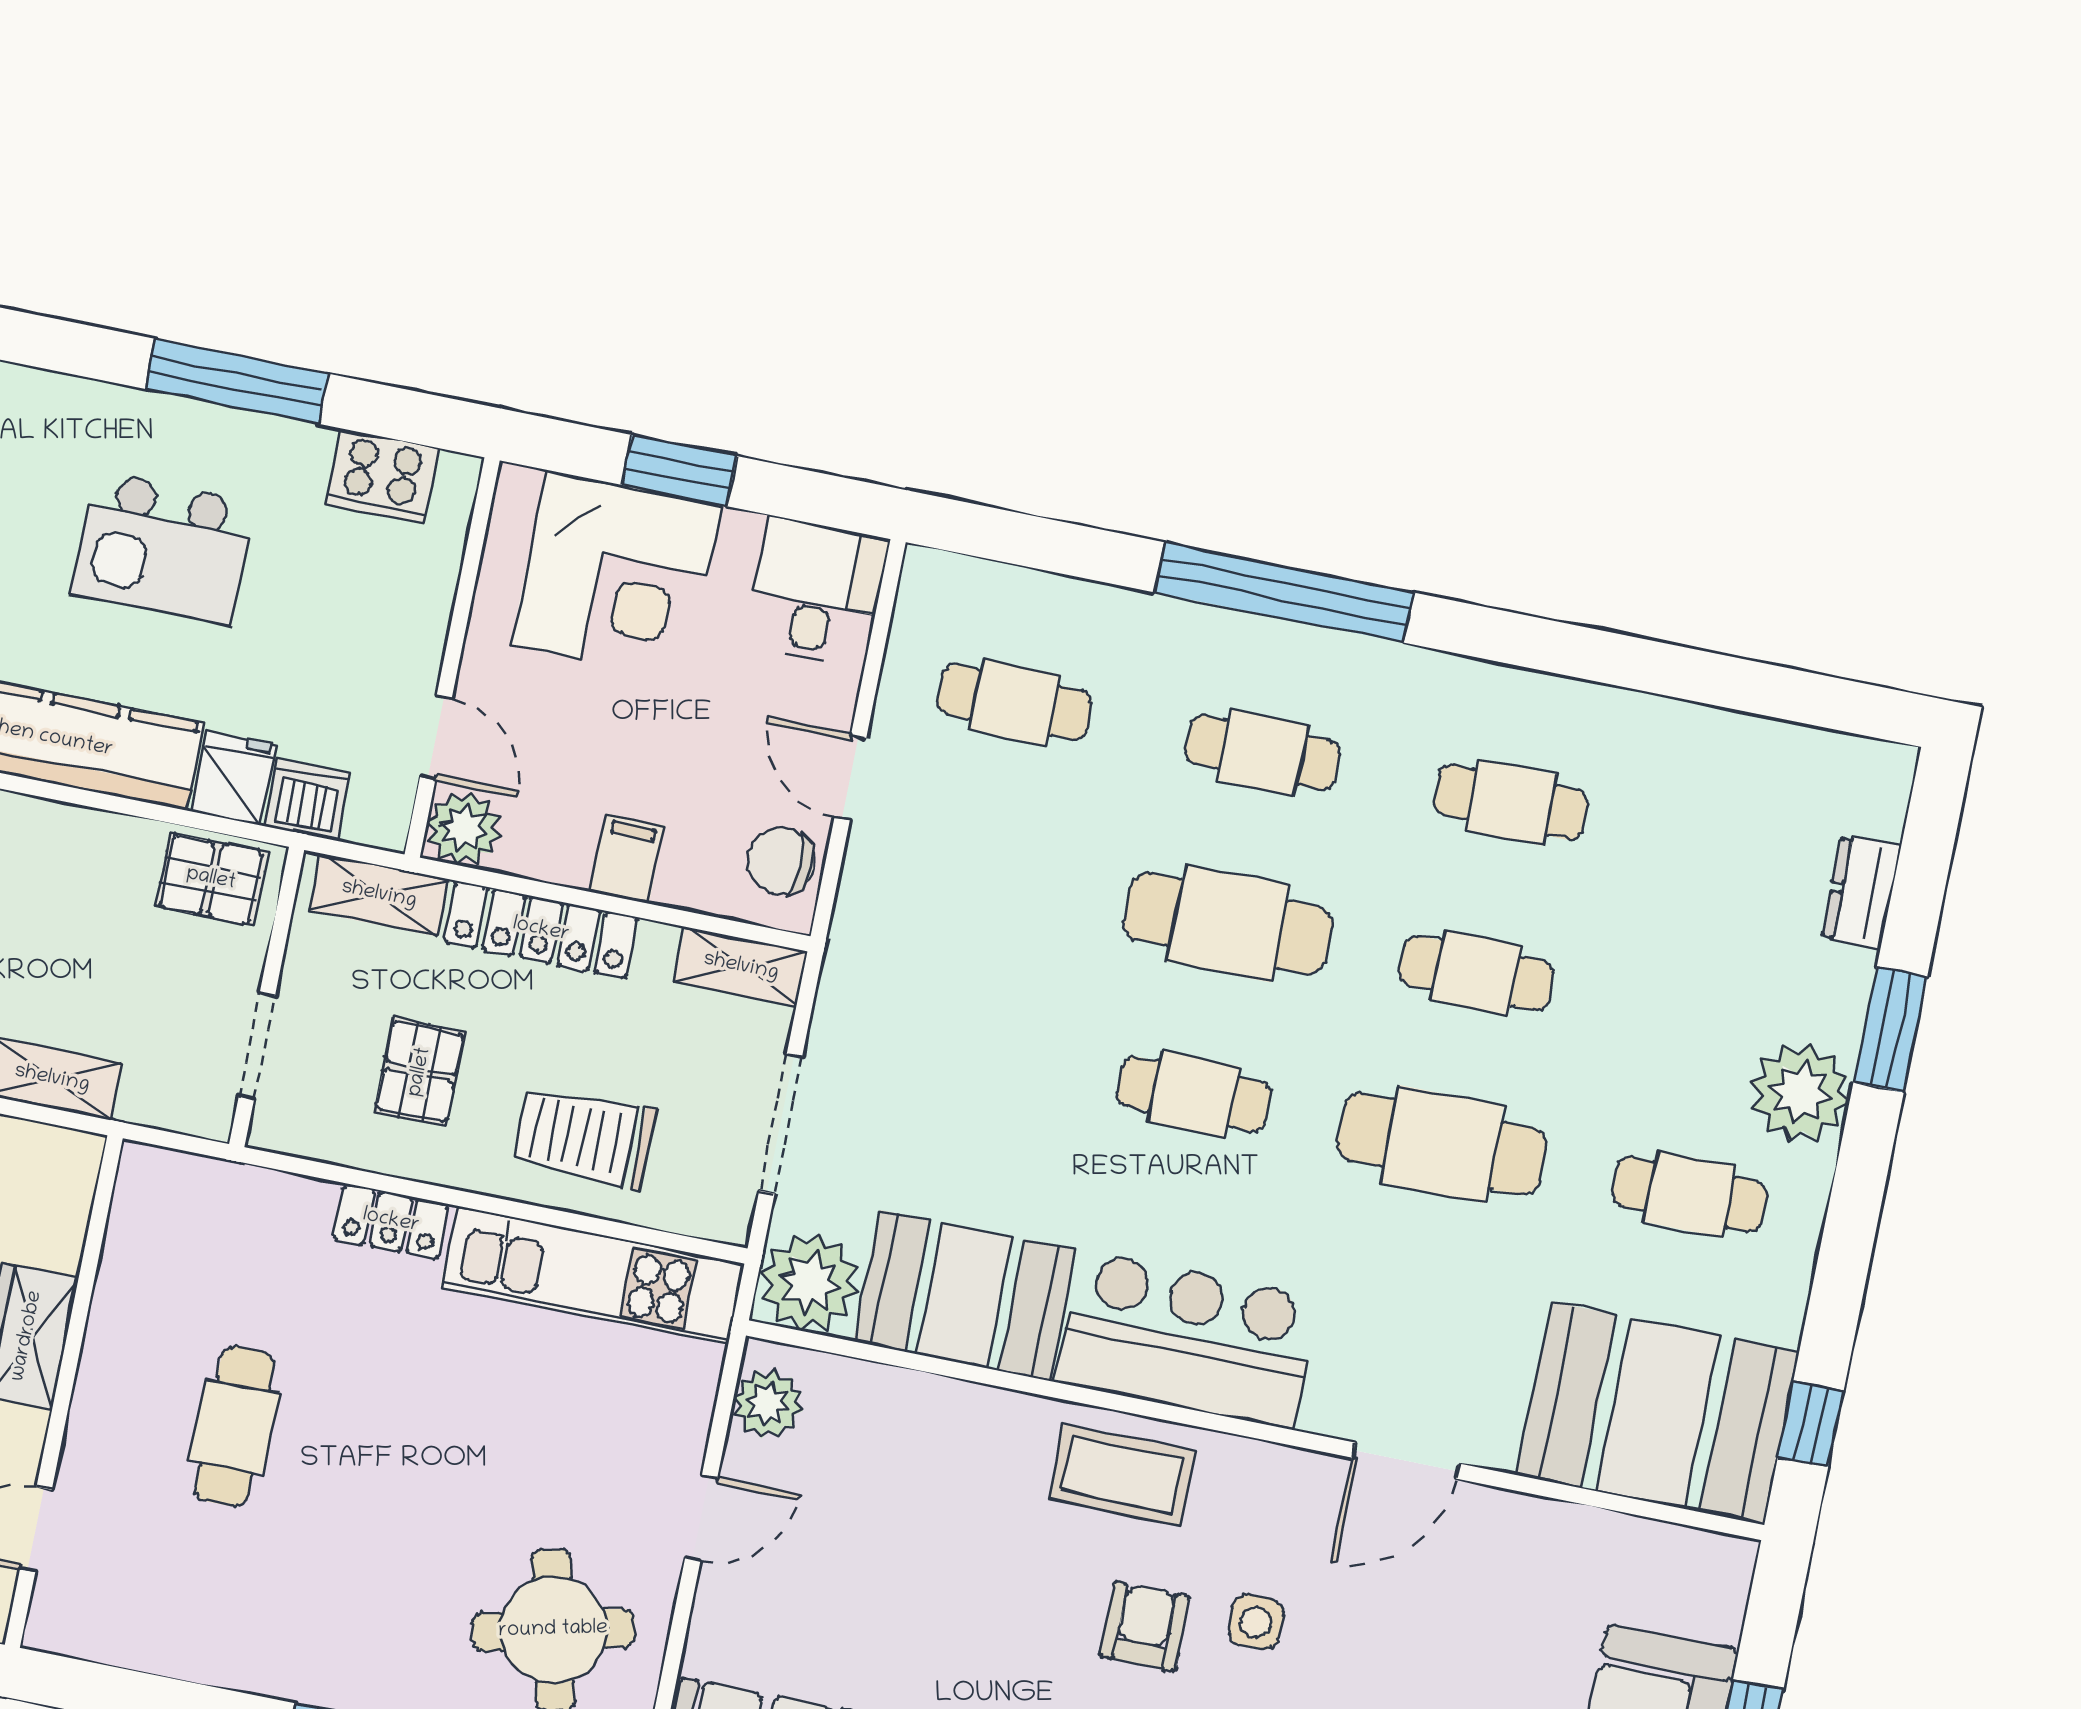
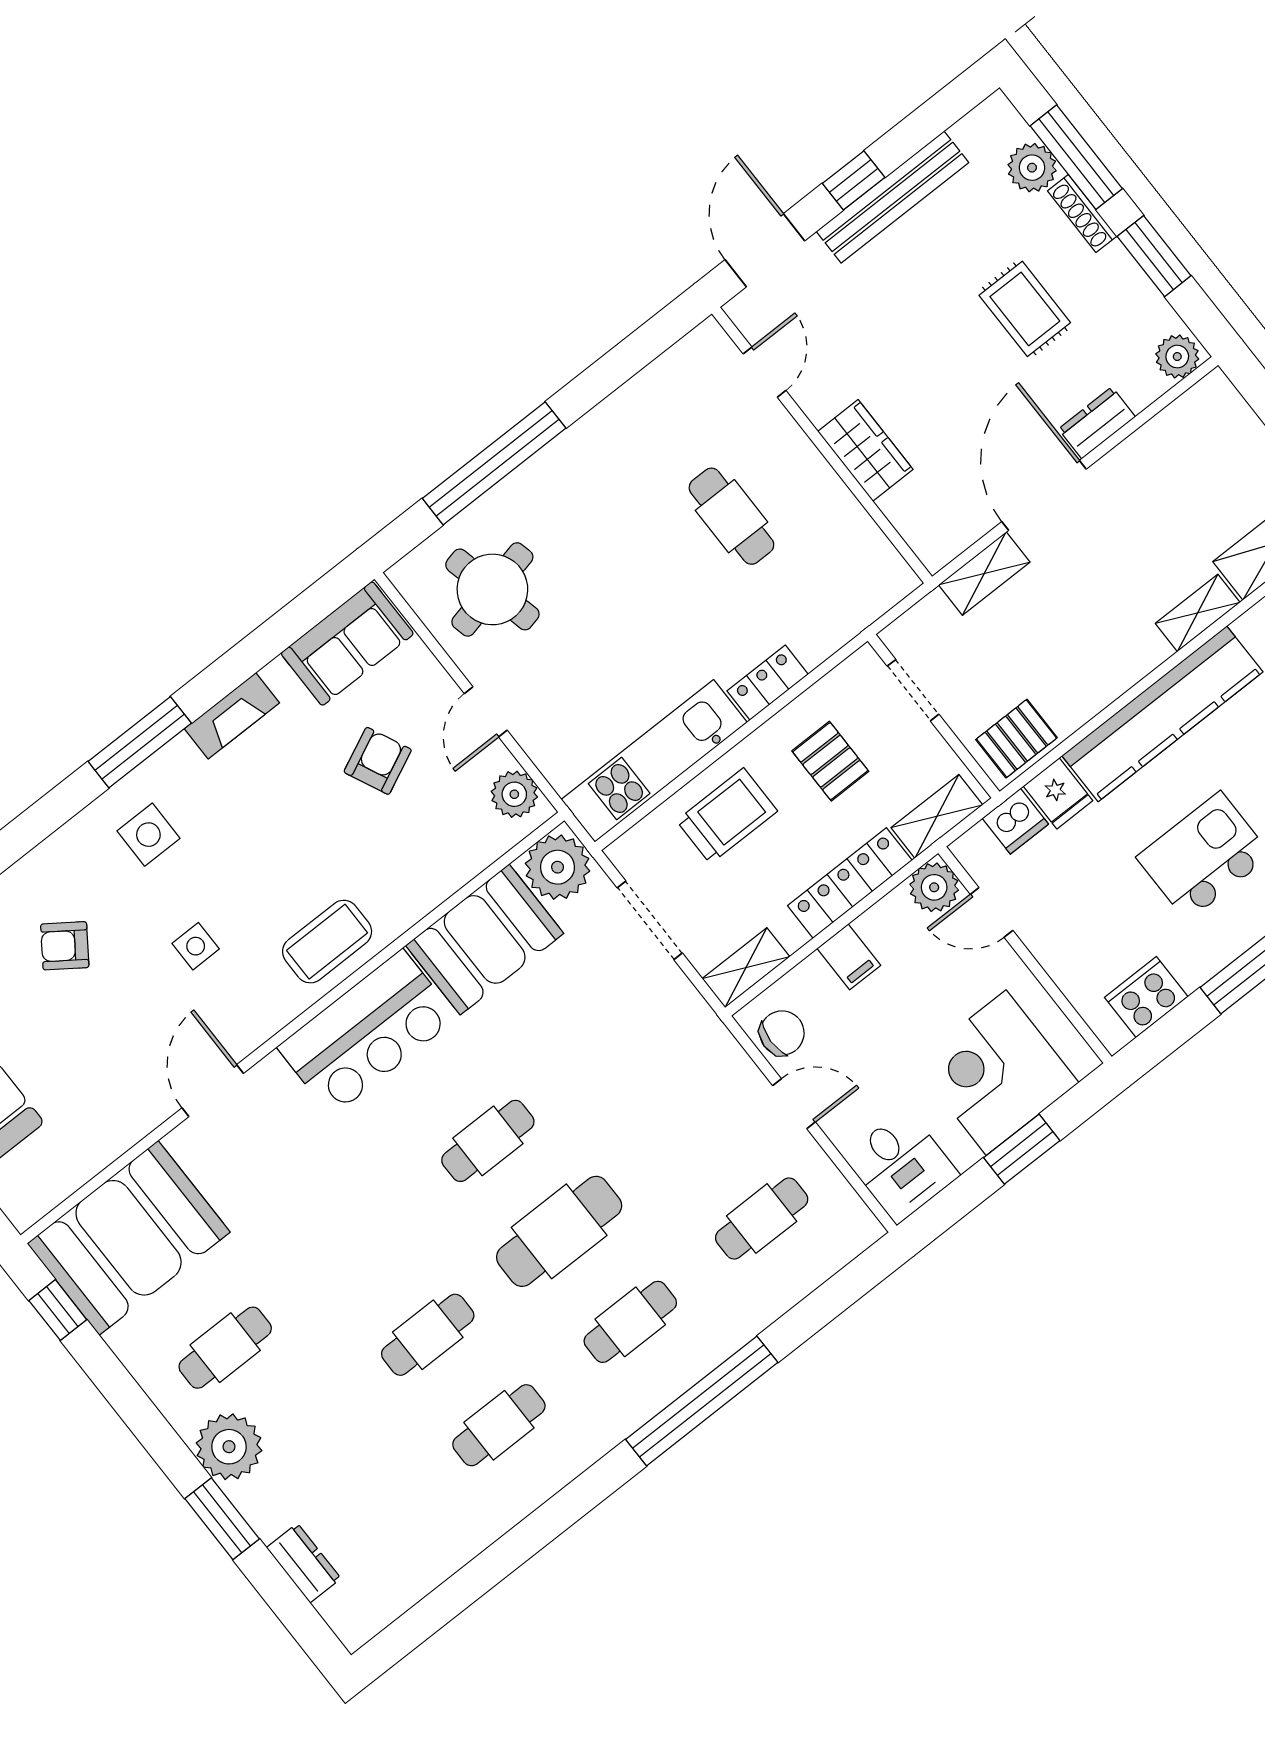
cafe table: (1442, 1144) -> (357, 1244), removed
armchair: (1145, 1626) -> (378, 761), moved, turned -115

